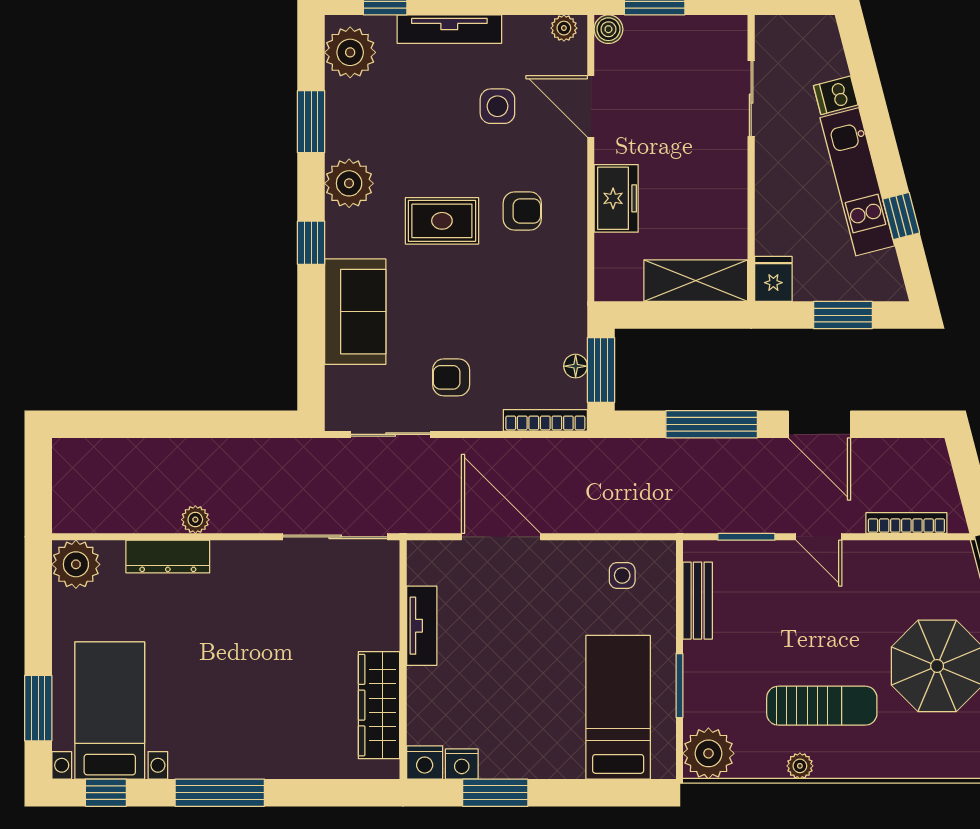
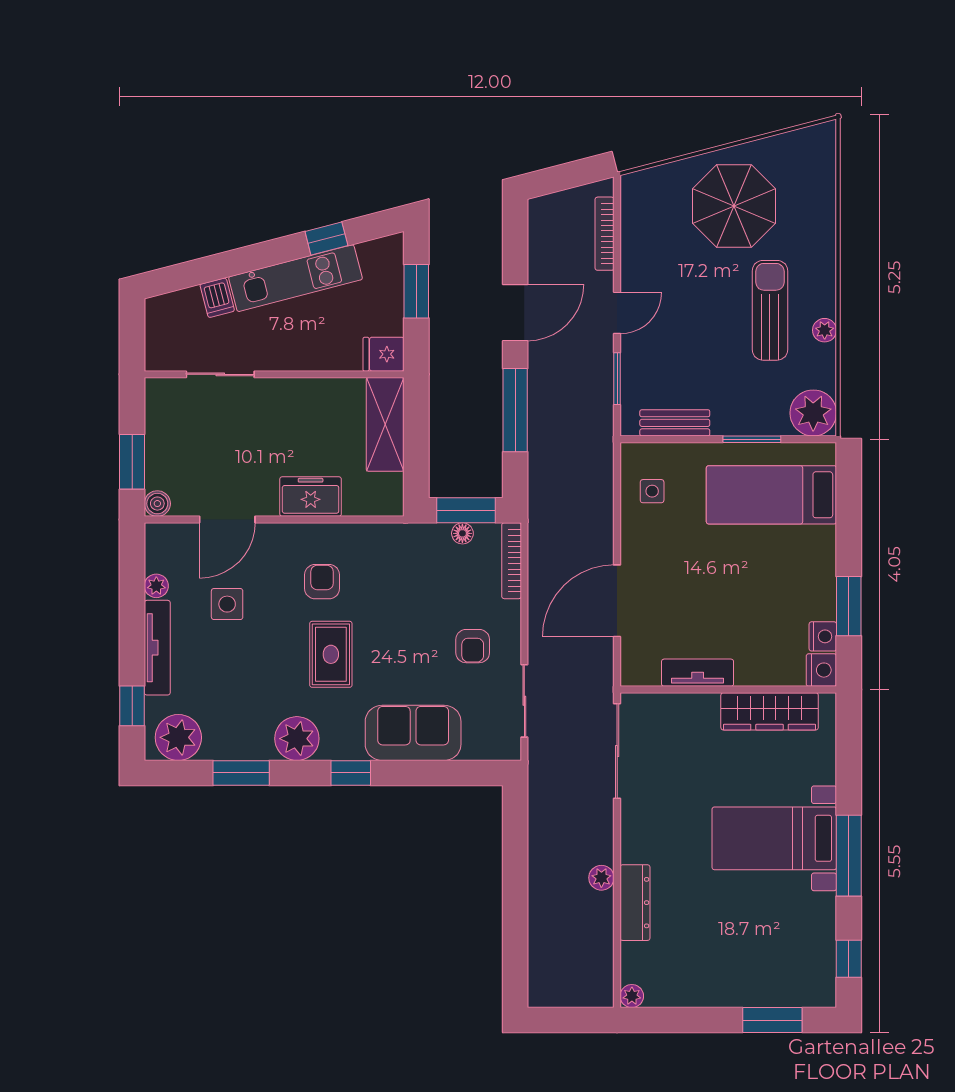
plant: (564, 28) -> (156, 586), moved
plant: (76, 564) -> (632, 996), width x0.53, depth x0.53
bed with nightstands: (110, 710) -> (774, 838), moved

